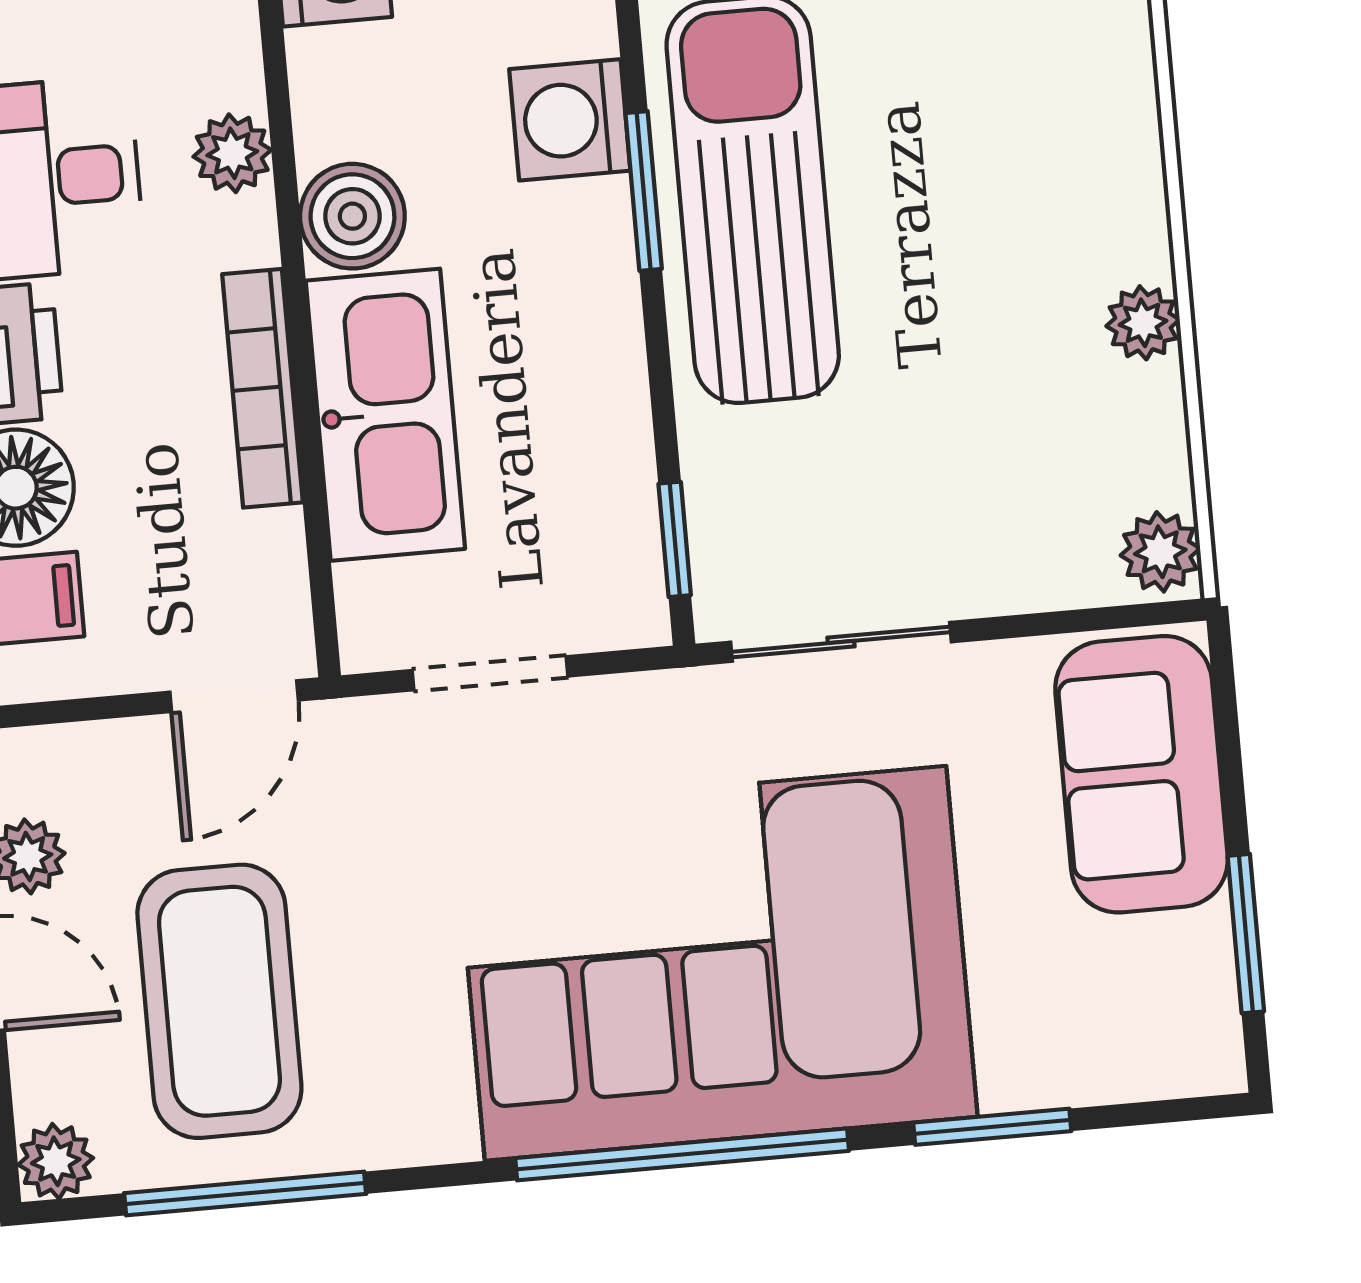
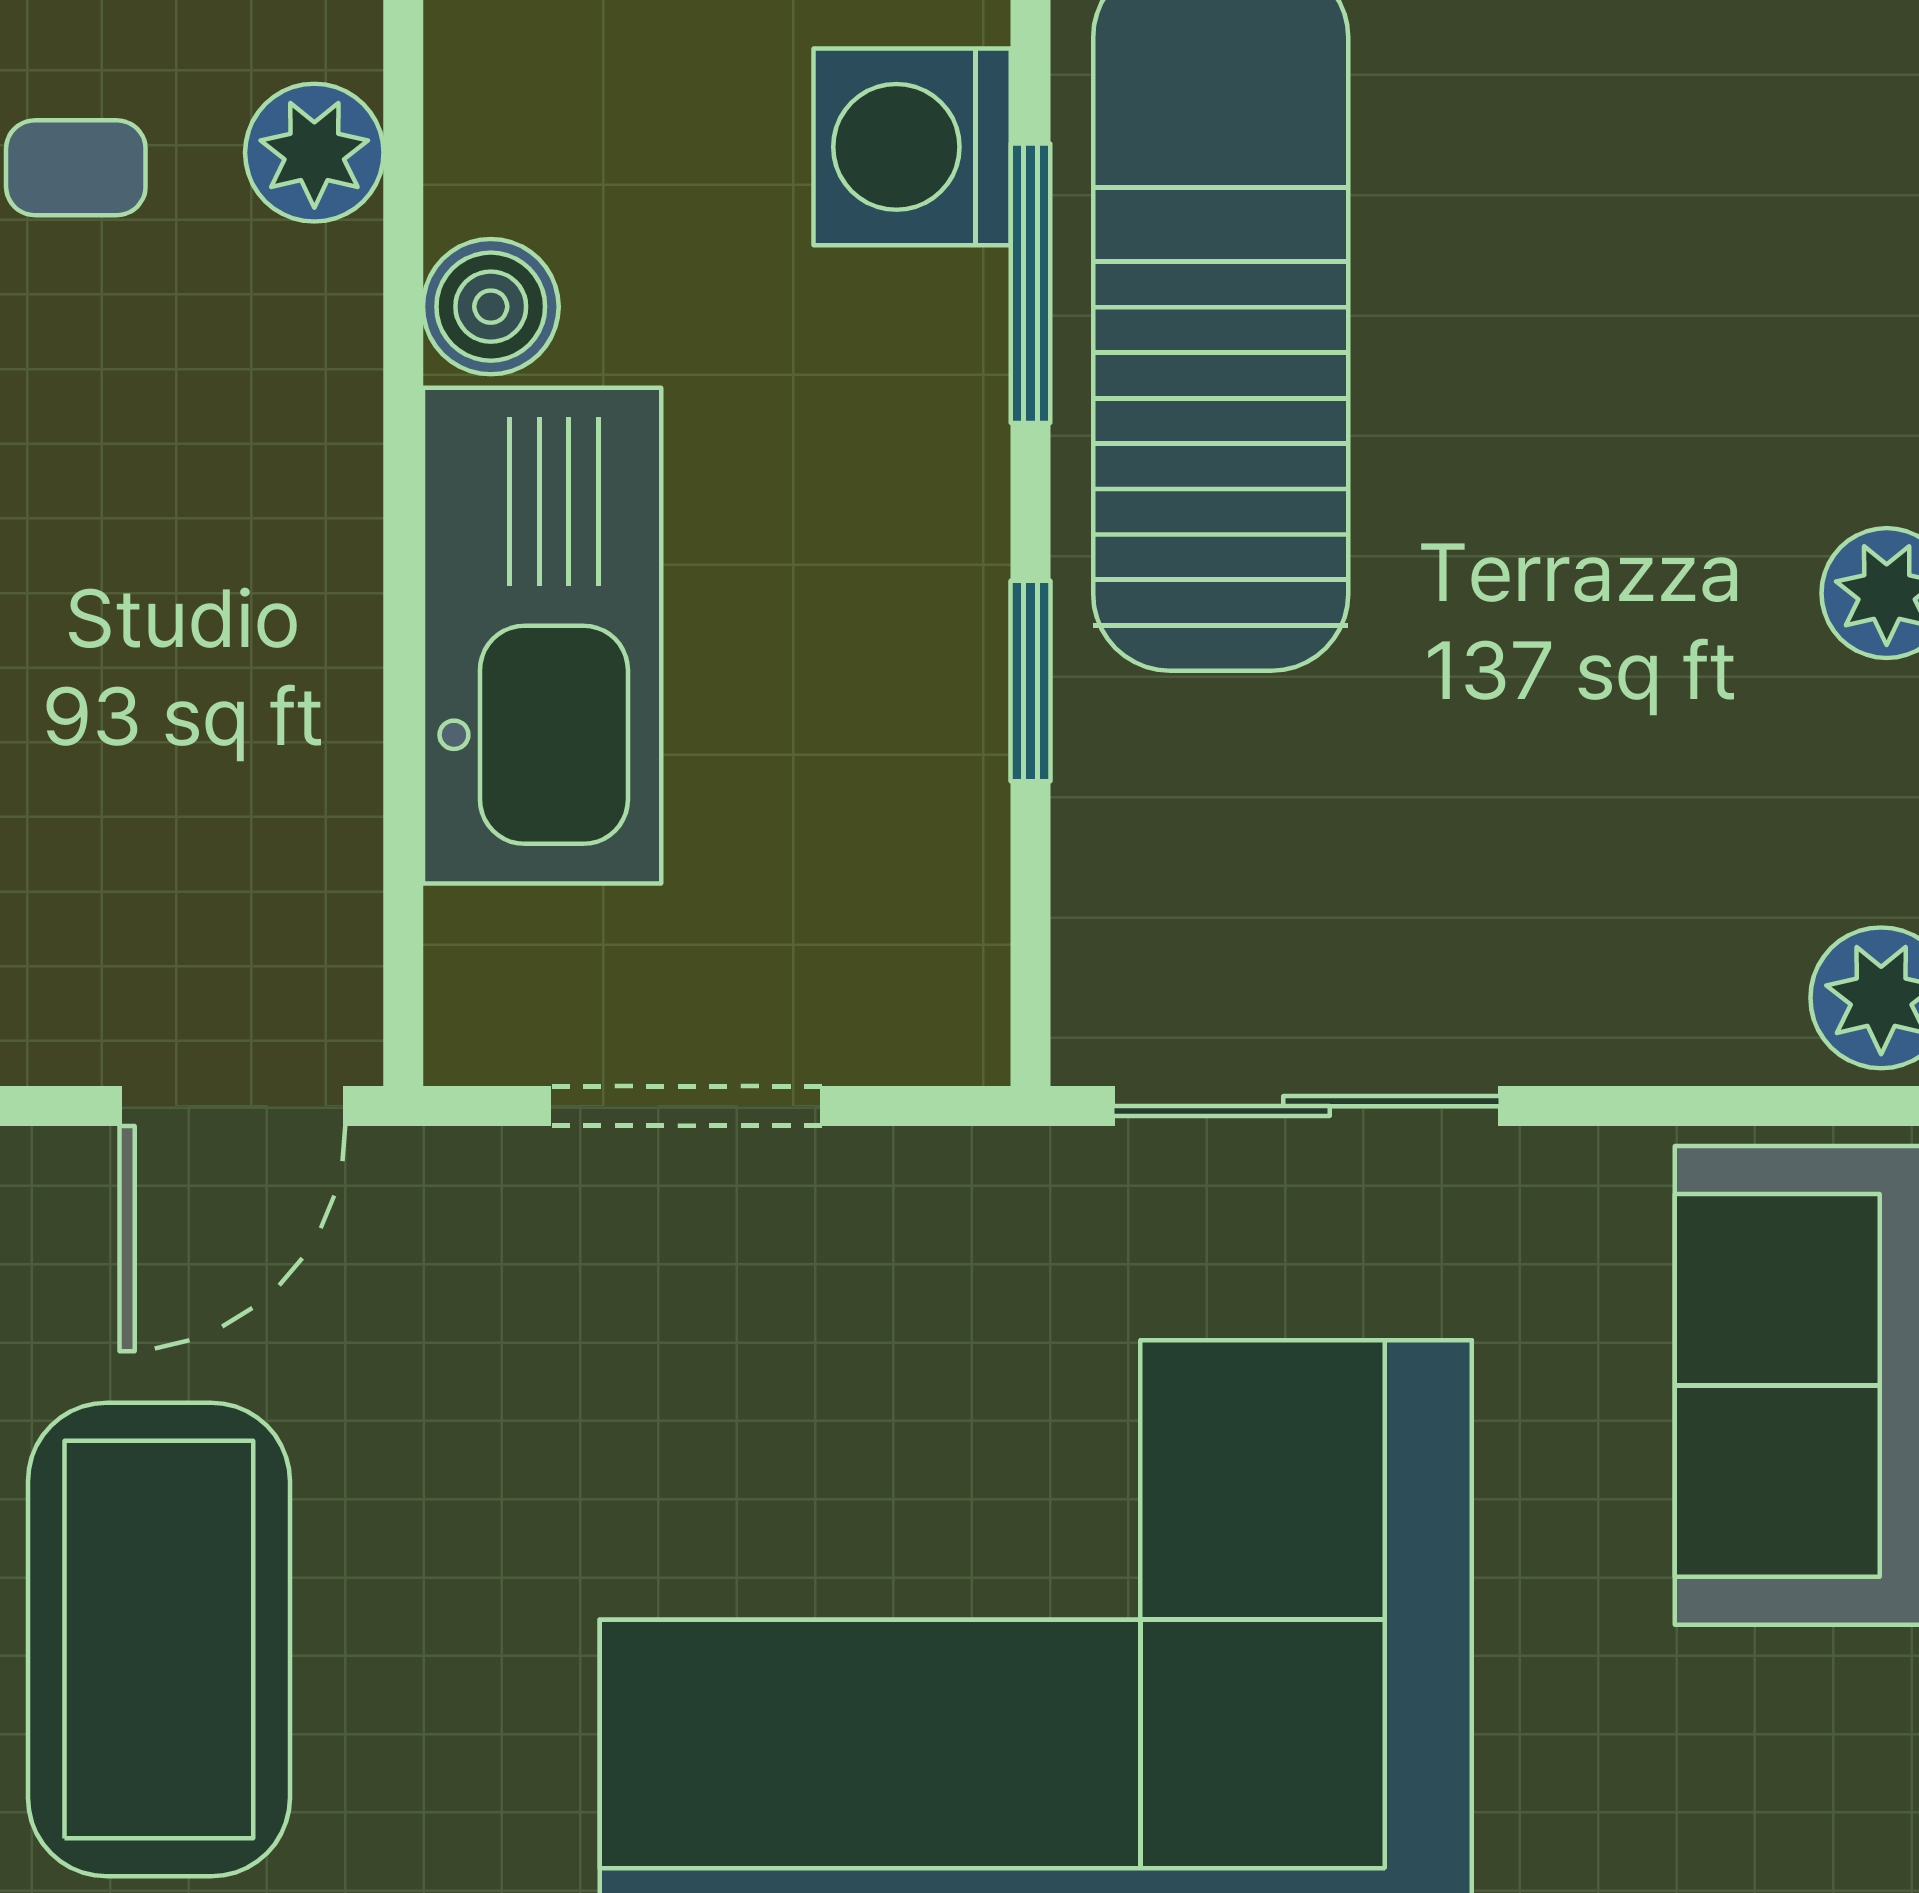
boiler: (352, 216) -> (491, 307), width x0.73, depth x0.73
bookcase: (262, 388) -> (330, 570), removed
window: (675, 539) -> (1031, 681), moved

